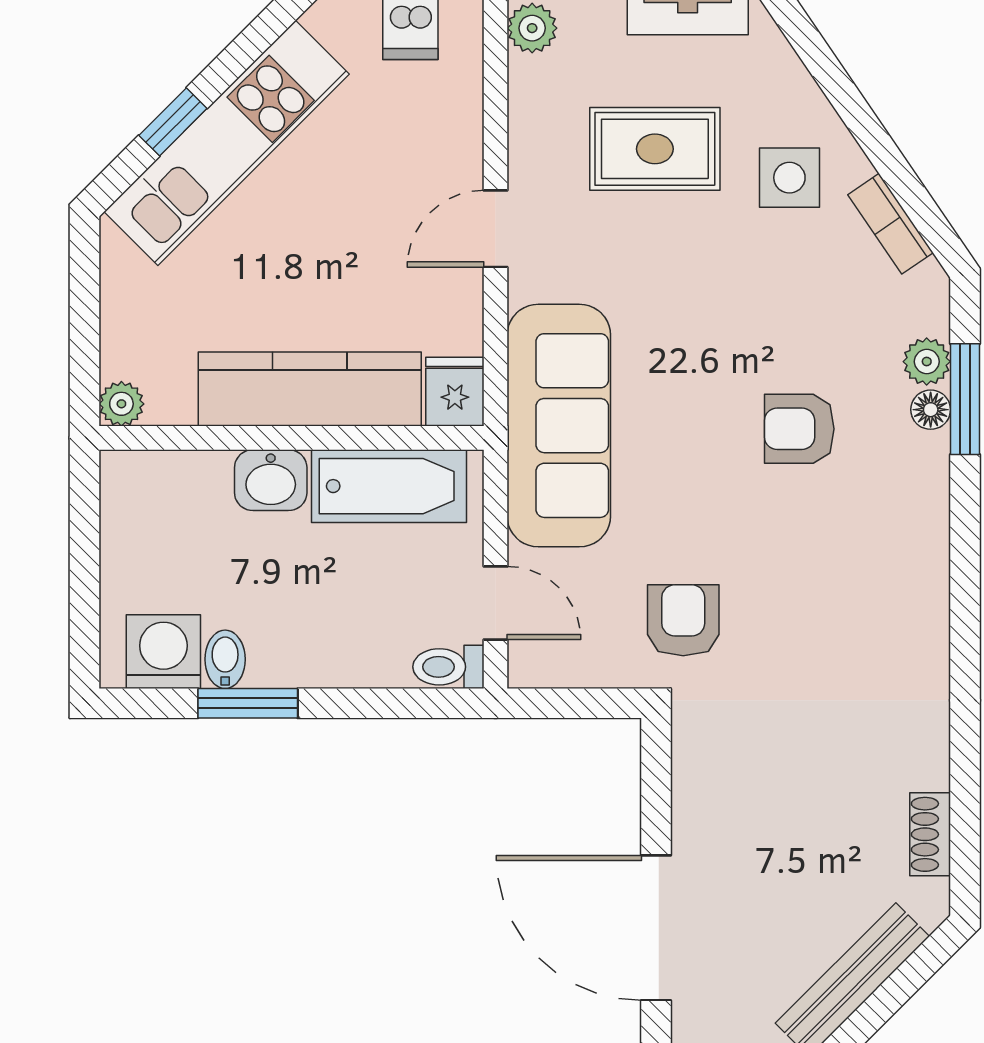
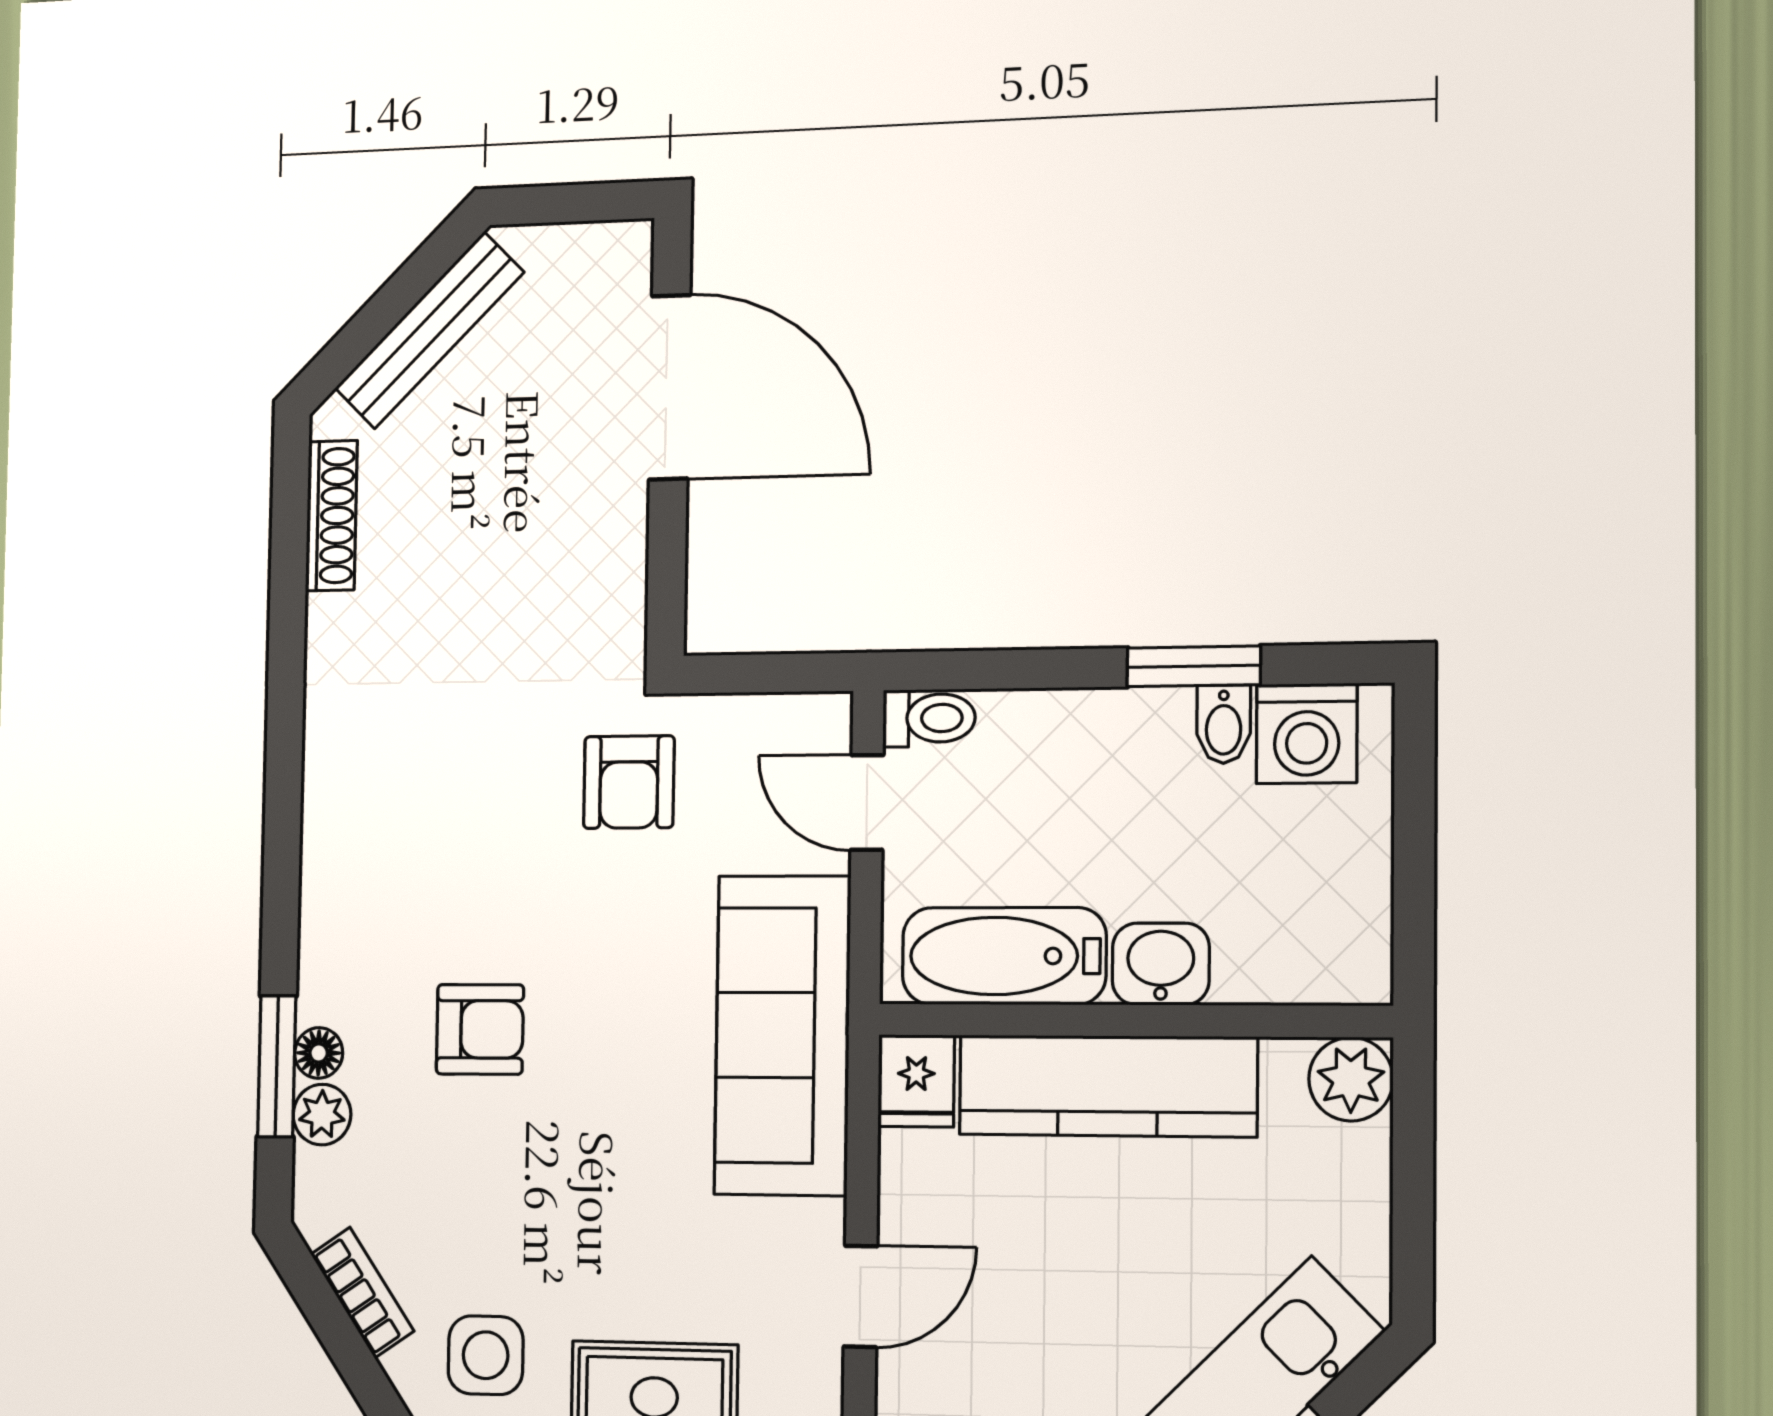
plant: (121, 404) -> (1351, 1079), width x1.38, depth x1.38
shoe rack: (930, 834) -> (331, 516), width x1.43

